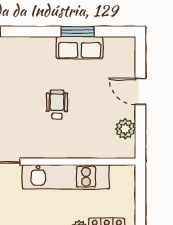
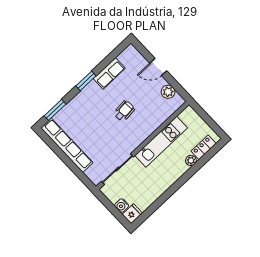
window: (77, 32) -> (86, 81), moved
wheelchair: (57, 105) -> (124, 111), turned 85

